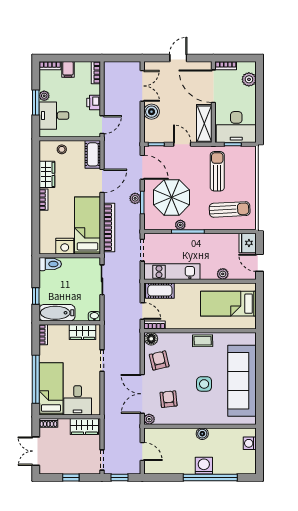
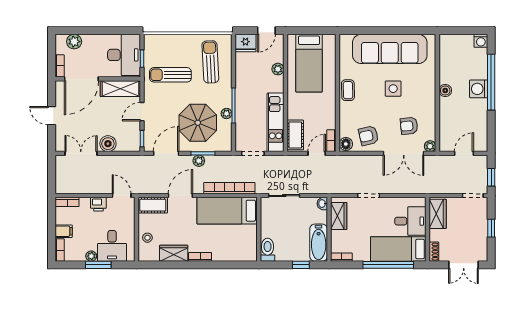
door: (102, 181) -> (180, 196), hinge flipped
nightstand: (65, 246) -> (249, 235), removed
washing machine: (250, 443) -> (481, 41), moved

